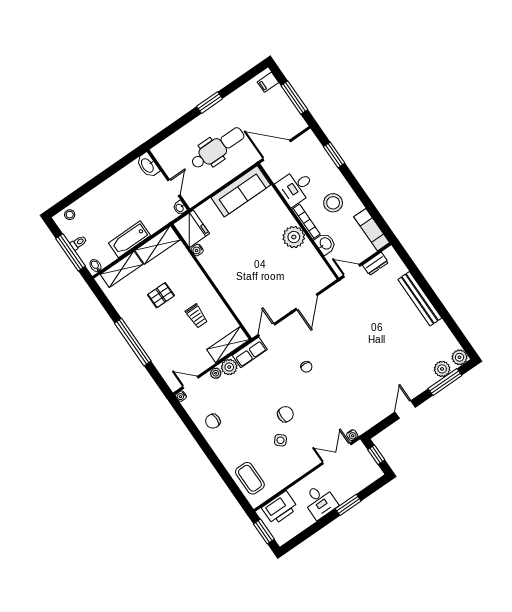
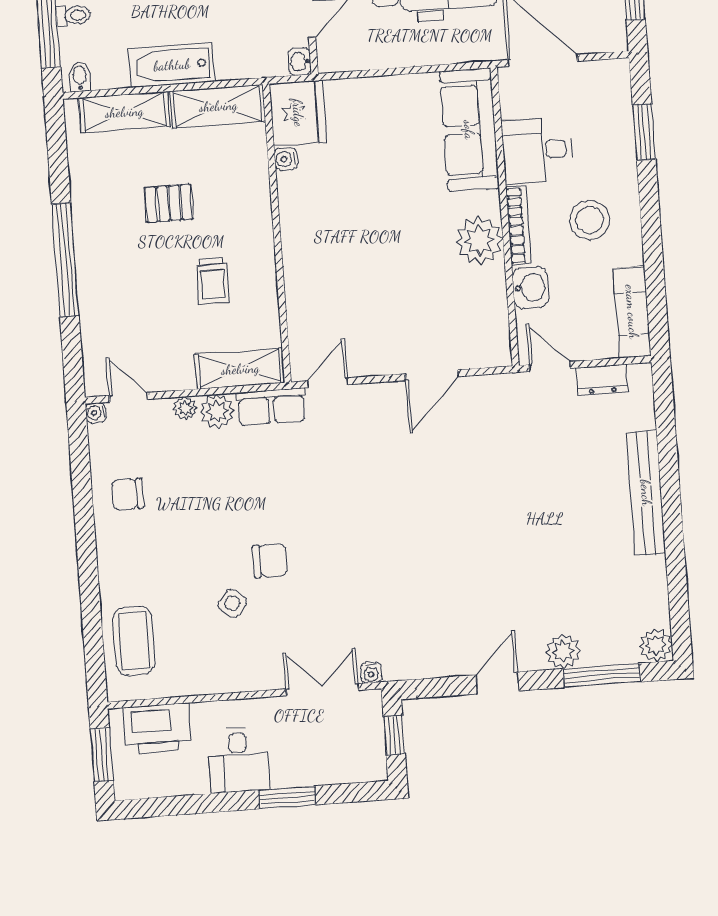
sofa: (241, 191) -> (469, 130), moved, turned 90
chair: (306, 367) -> (361, 496), removed
plant: (442, 369) -> (563, 651), moved

